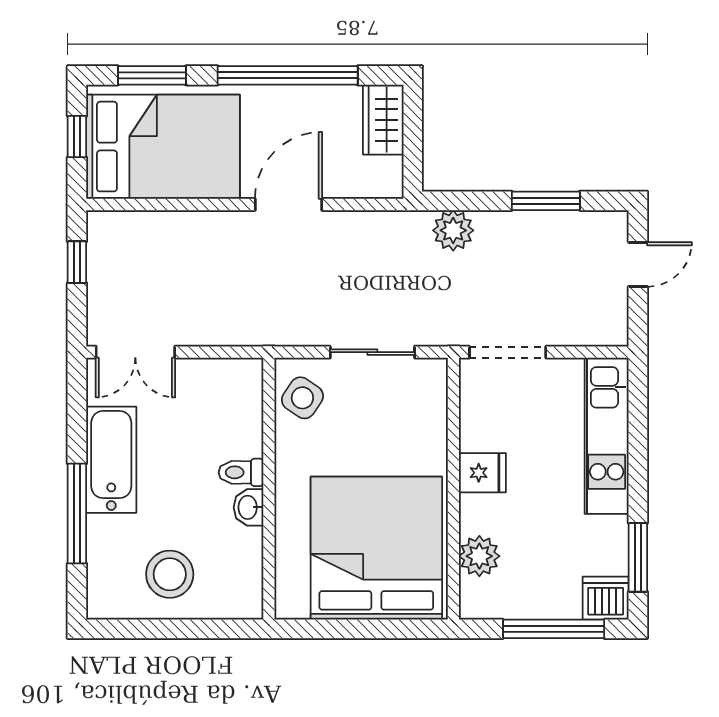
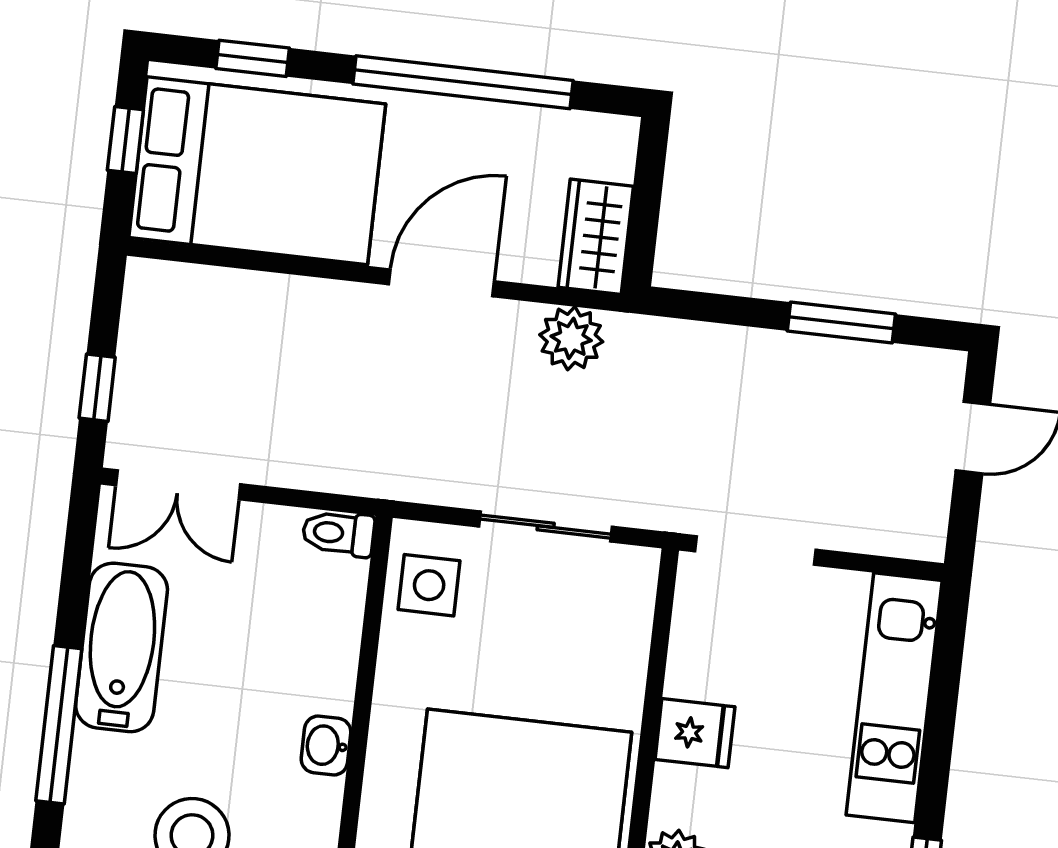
window: (152, 75) -> (253, 58), width x0.67
wardrobe: (383, 120) -> (596, 237), moved
plant: (453, 230) -> (571, 338), moved
window: (77, 262) -> (97, 388), moved
side table: (302, 398) -> (429, 585), turned -34
toilet: (241, 472) -> (338, 533), moved

